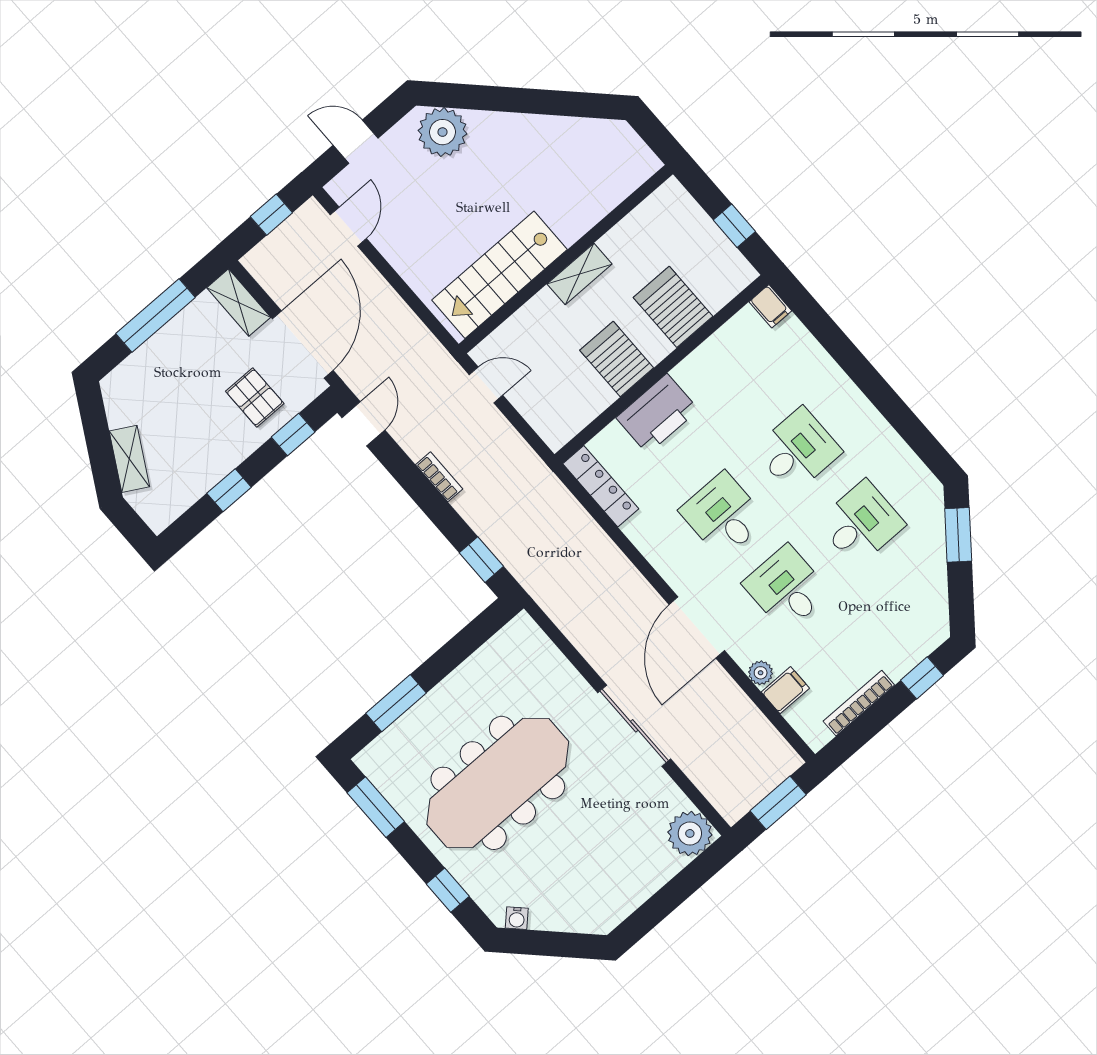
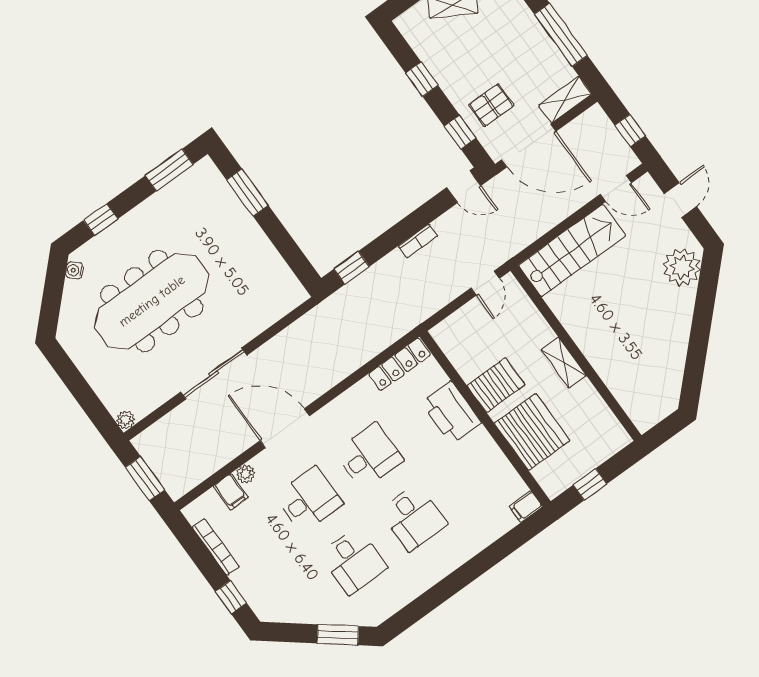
stairs: (499, 275) -> (572, 251), moved, turned 90
server rack: (673, 307) -> (532, 432), width x1.60
meeting table: (498, 783) -> (152, 301), moved, turned 90
plant: (690, 833) -> (126, 420), width x0.53, depth x0.53

